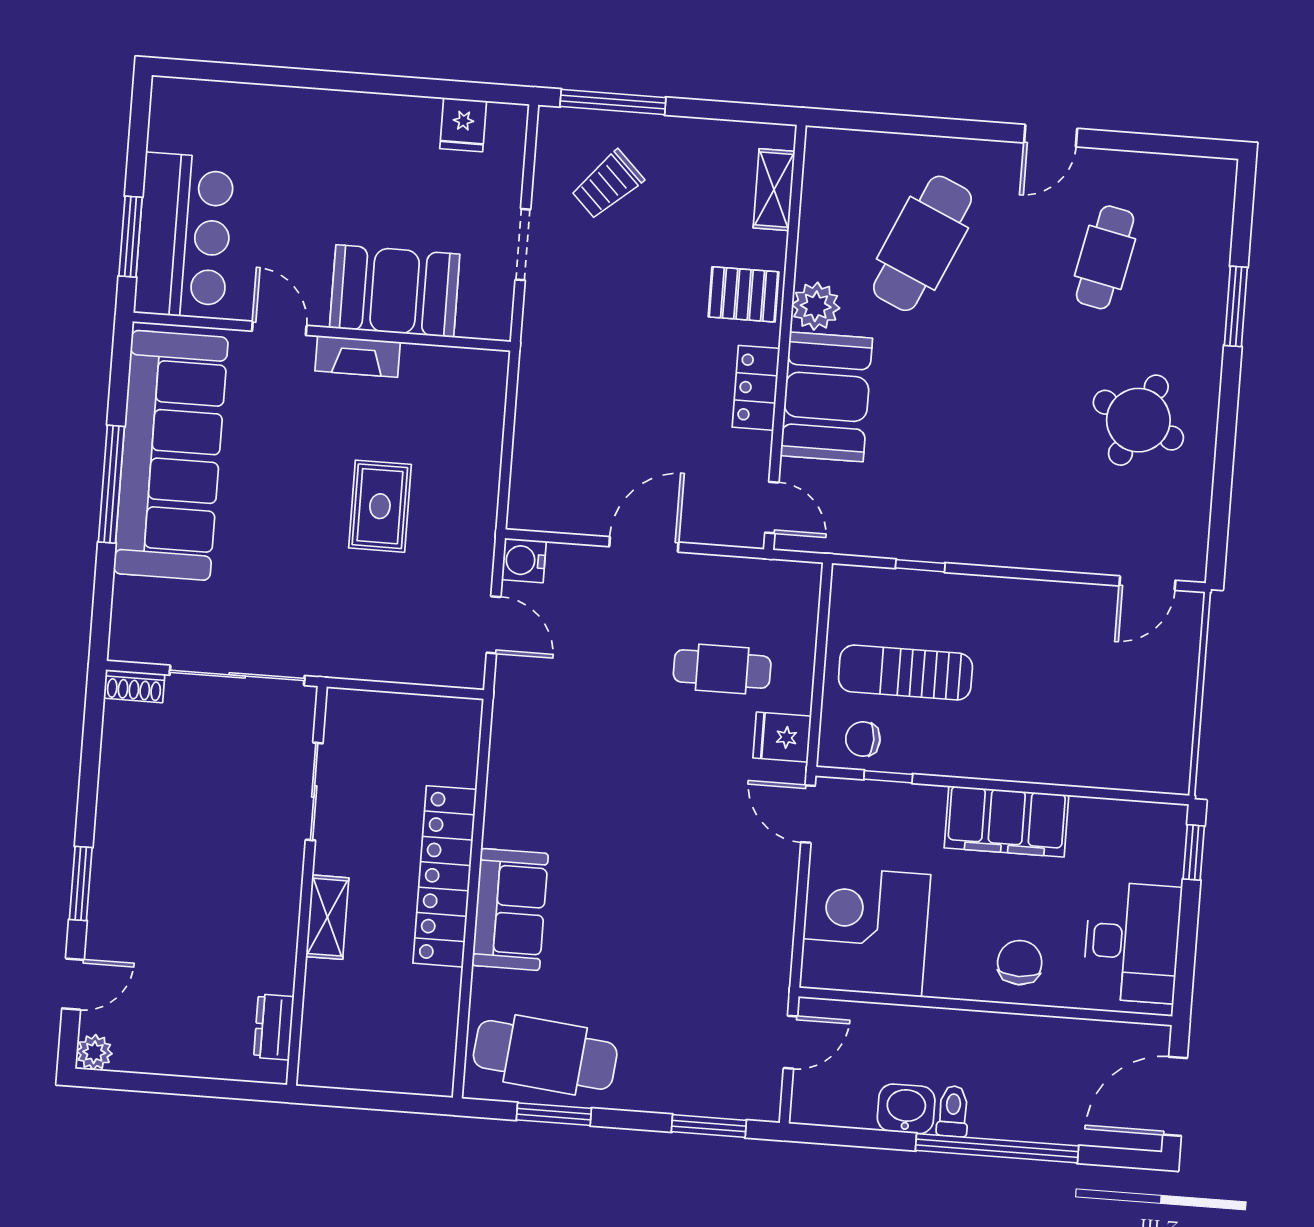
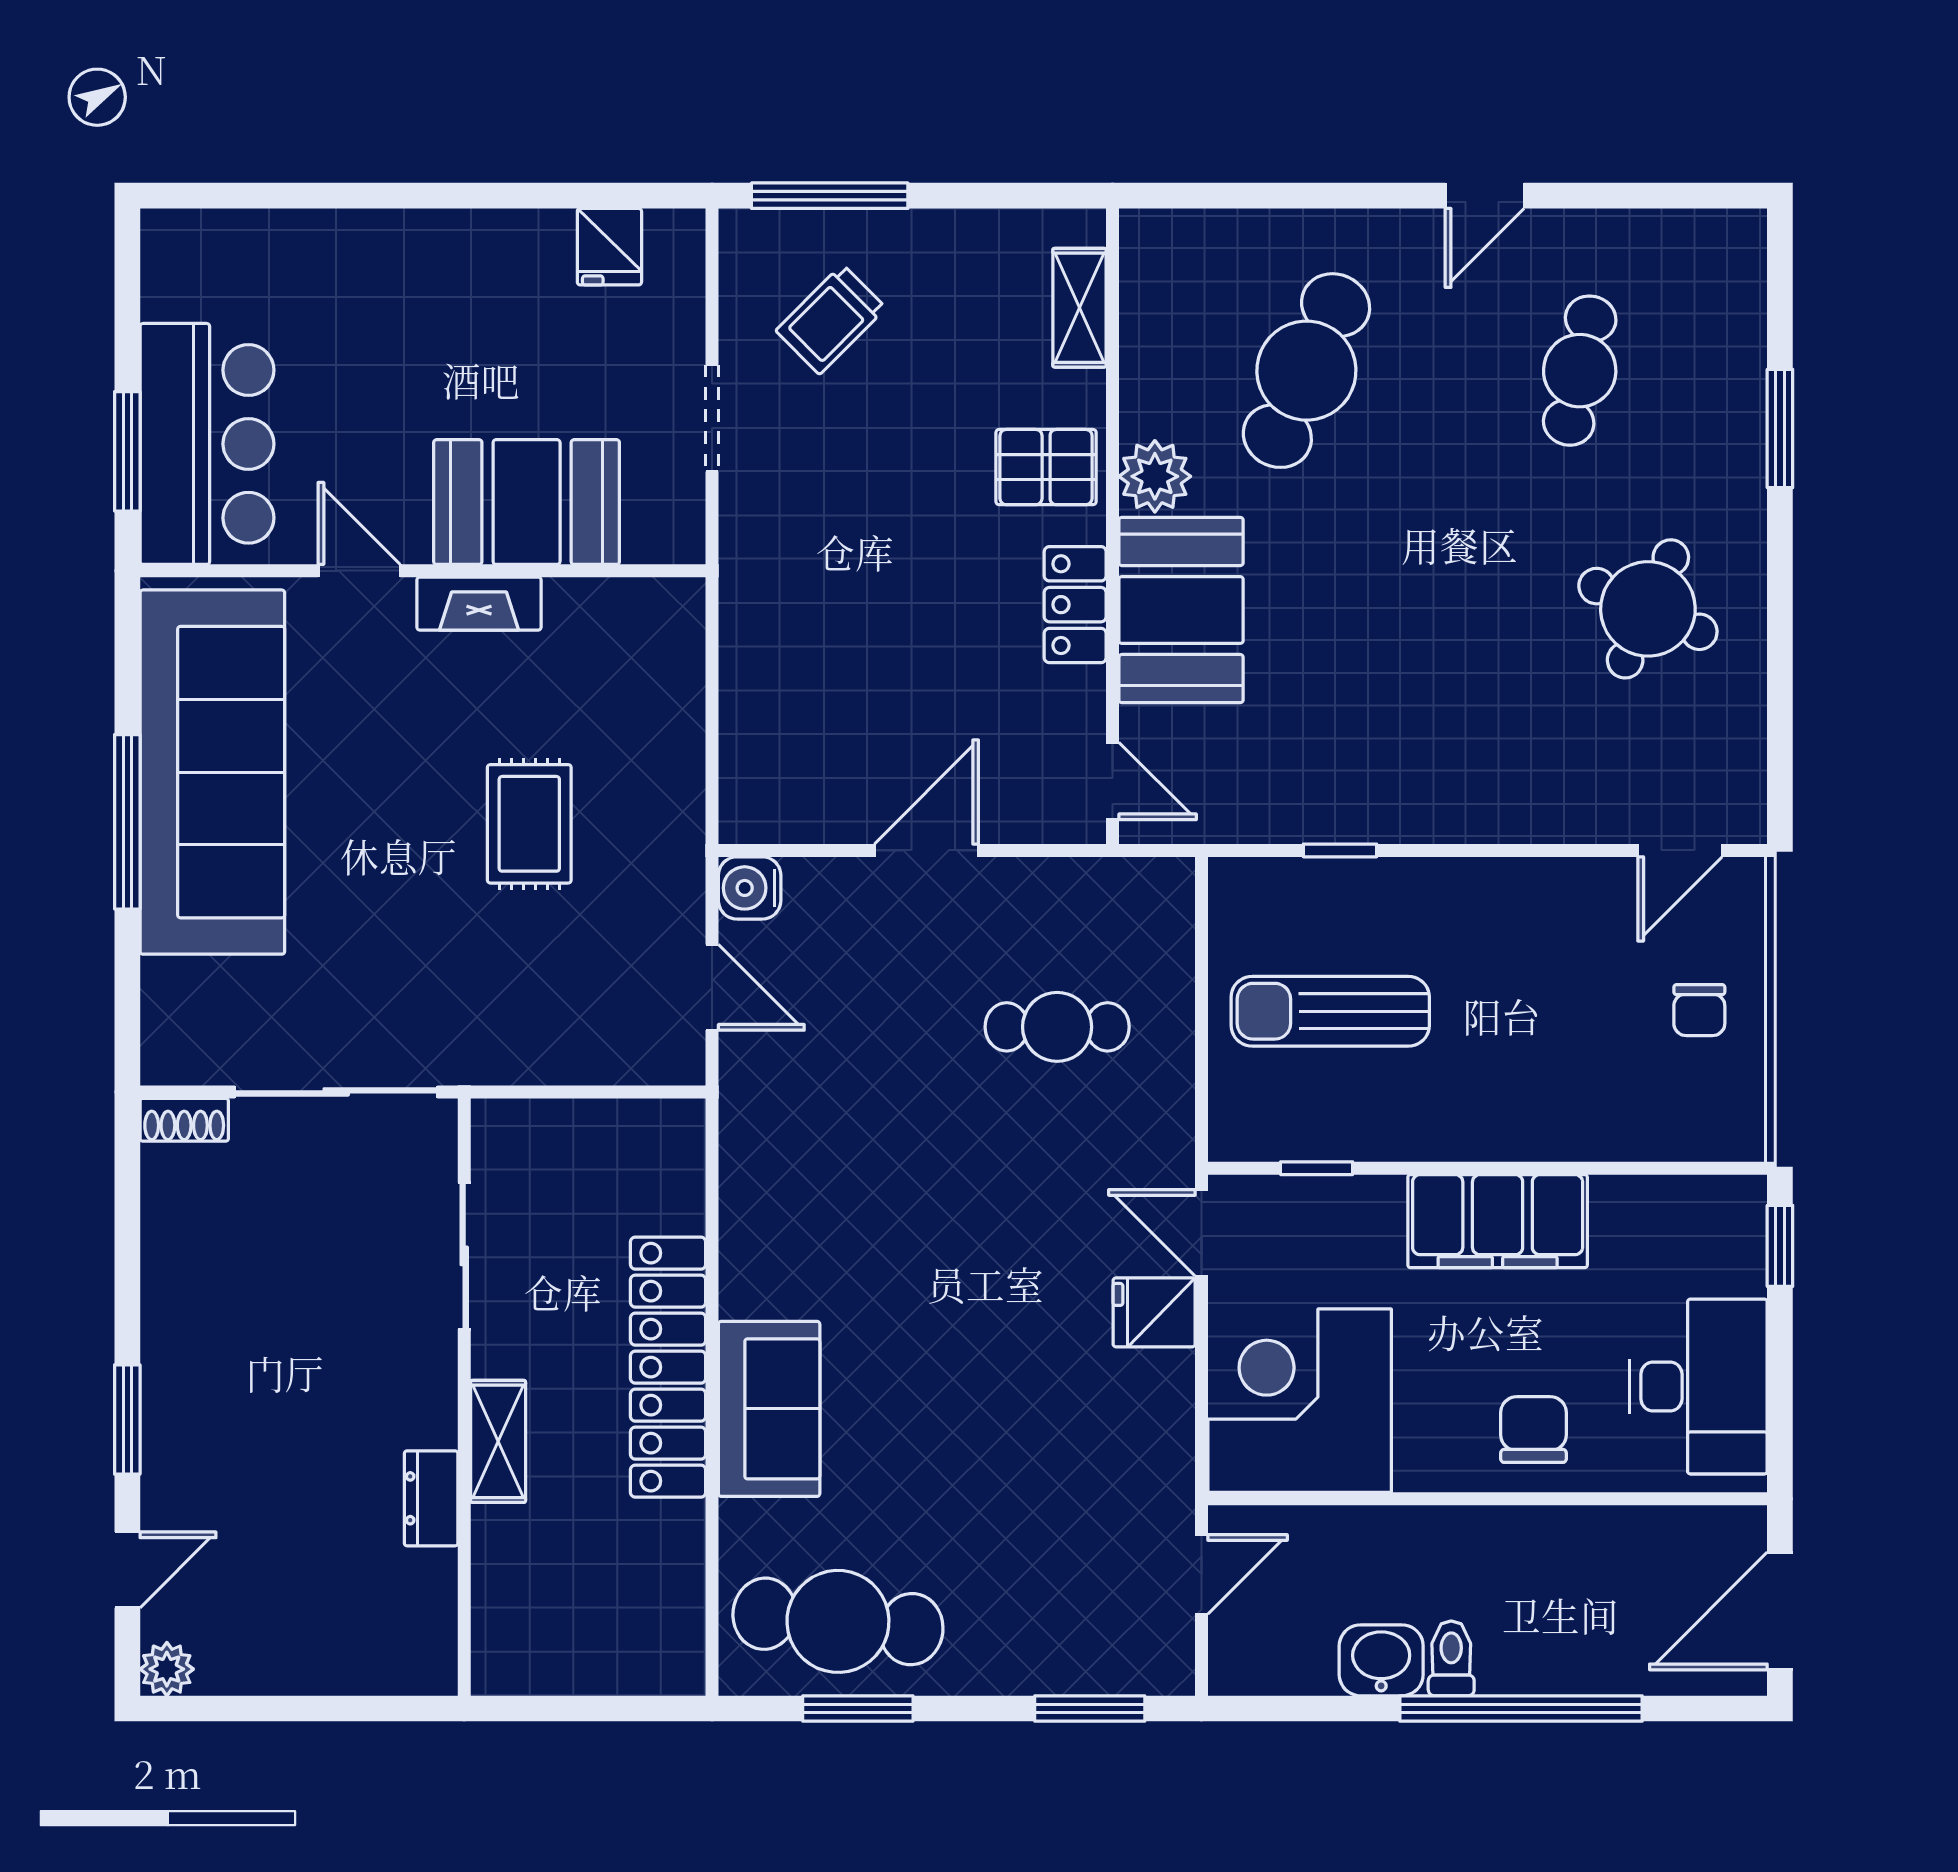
fridge: (782, 737) -> (1154, 1312), moved
chair: (863, 739) -> (1699, 1010), moved, turned -90
dresser: (274, 1027) -> (431, 1498), moved

